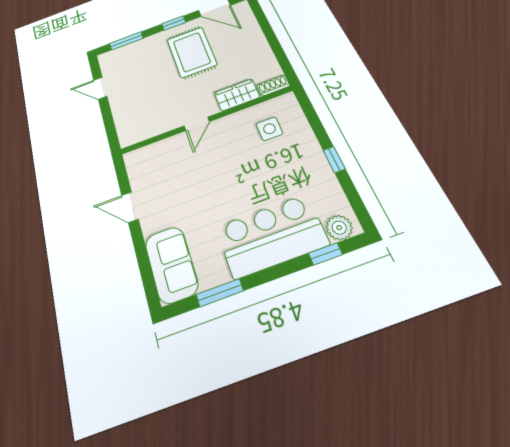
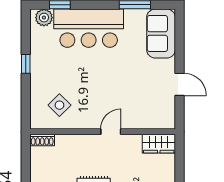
wardrobe: (237, 95) -> (159, 144), moved
side table: (269, 129) -> (59, 105), turned 45

